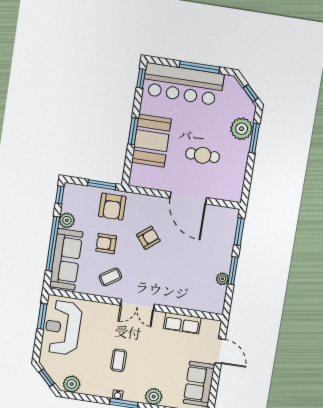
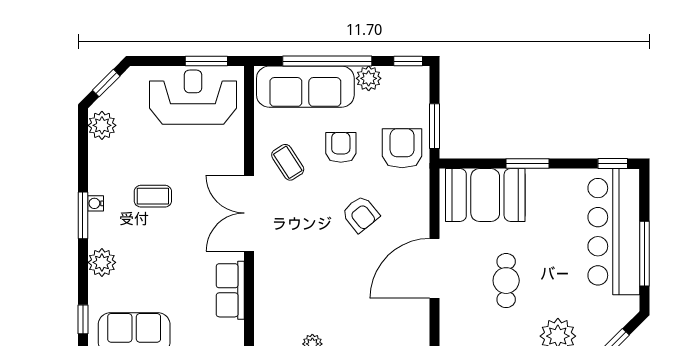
booth: (151, 141) -> (485, 195), moved
armchair: (112, 207) -> (402, 148), turned 90
double door: (137, 305) -> (249, 213), width x1.37

